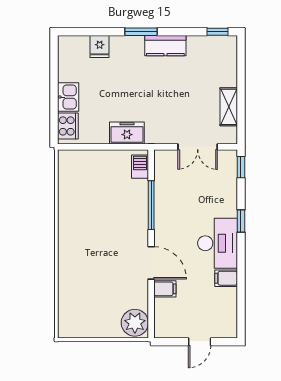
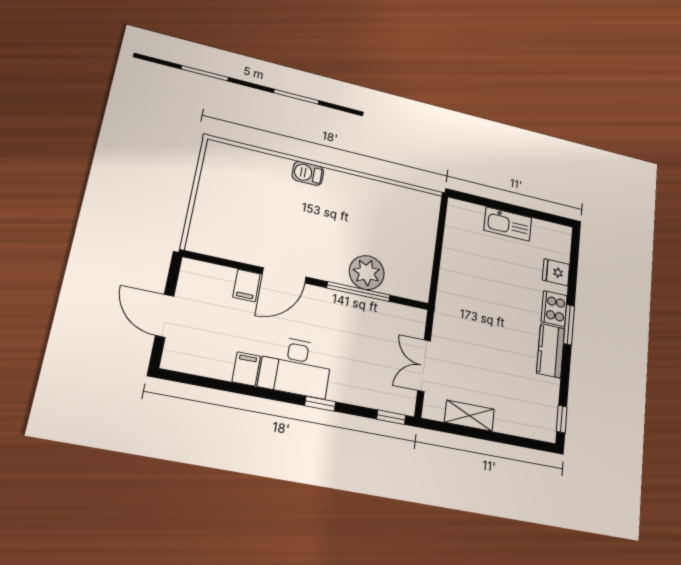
kitchen sink: (68, 97) -> (508, 224), width x1.38
cooker: (68, 126) -> (554, 309), moved, turned 90
freezer: (127, 133) -> (452, 282), removed
barbecue: (140, 167) -> (308, 173), moved, turned 180
plant: (135, 323) -> (367, 273), moved
door: (200, 342) -> (165, 316), width x1.38

